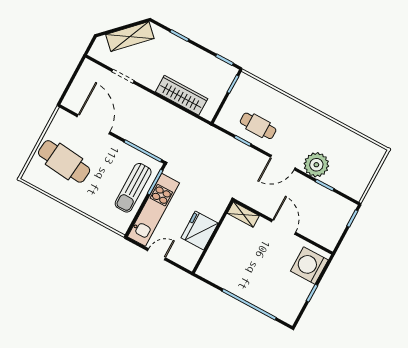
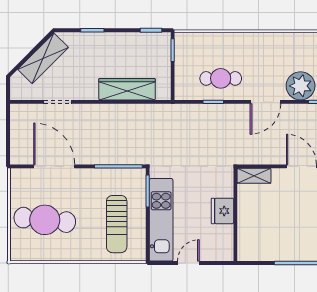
sun lounger: (133, 188) -> (117, 224), moved
fridge: (200, 230) -> (222, 211), width x0.73, depth x0.75

